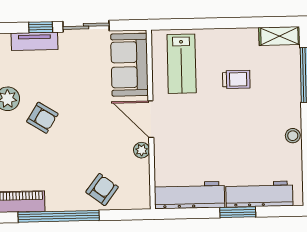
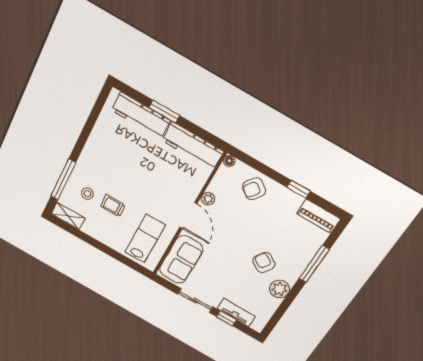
stool: (293, 136) -> (87, 194), moved
floor lamp: (144, 203) -> (229, 161), added
window: (59, 216) -> (299, 189), width x0.32

